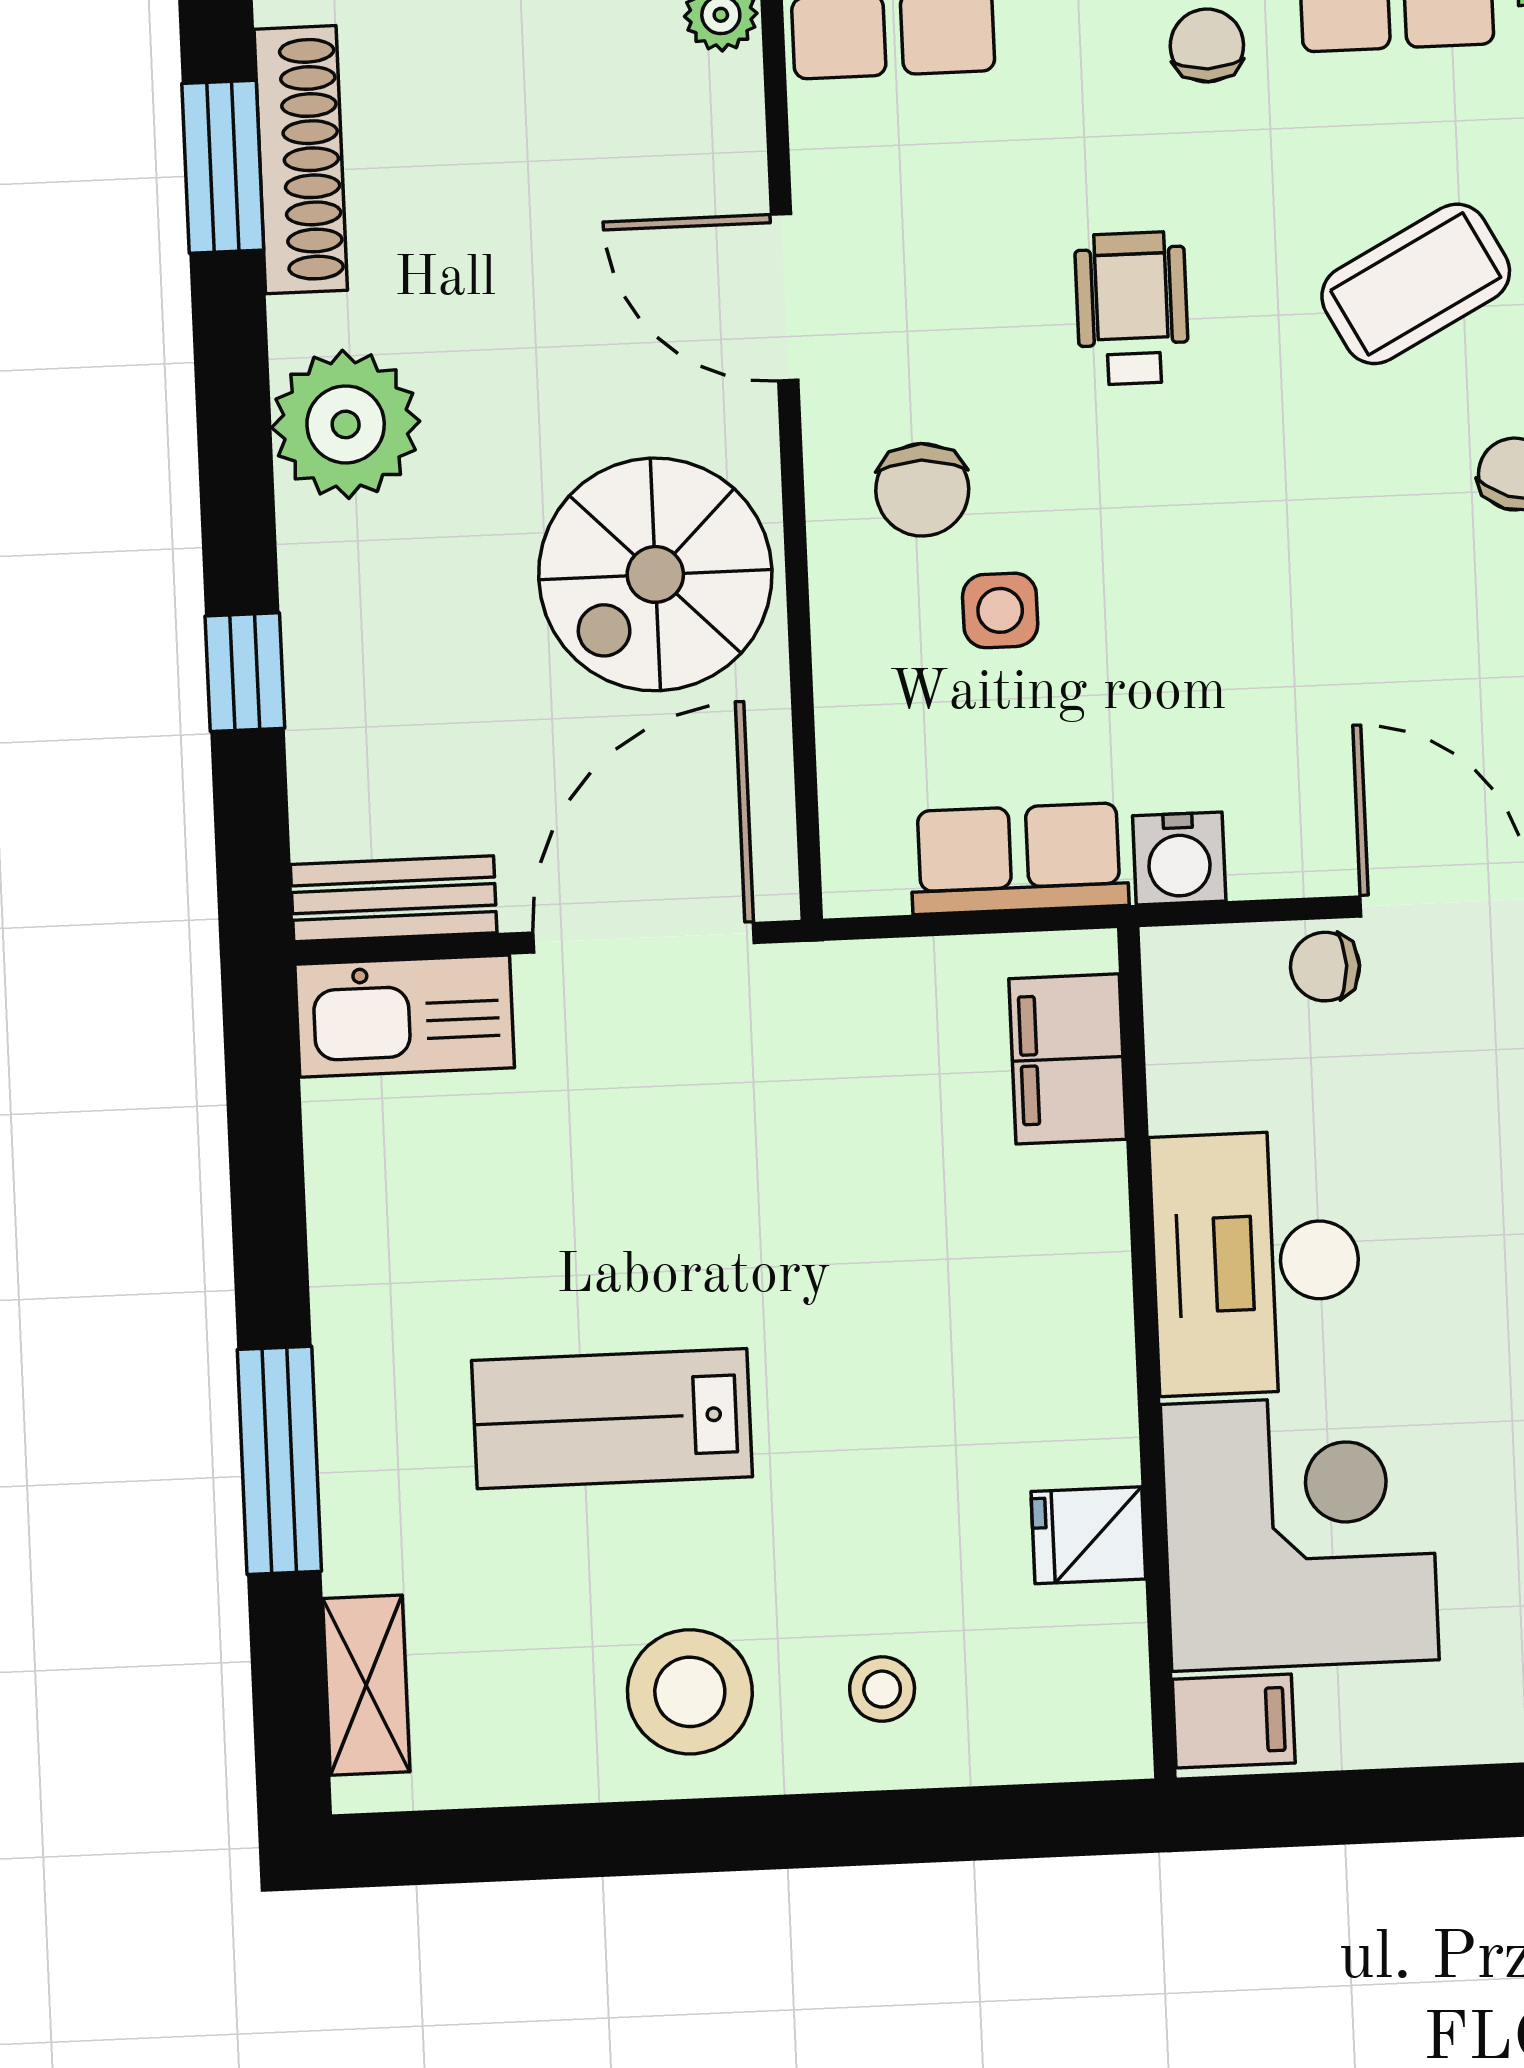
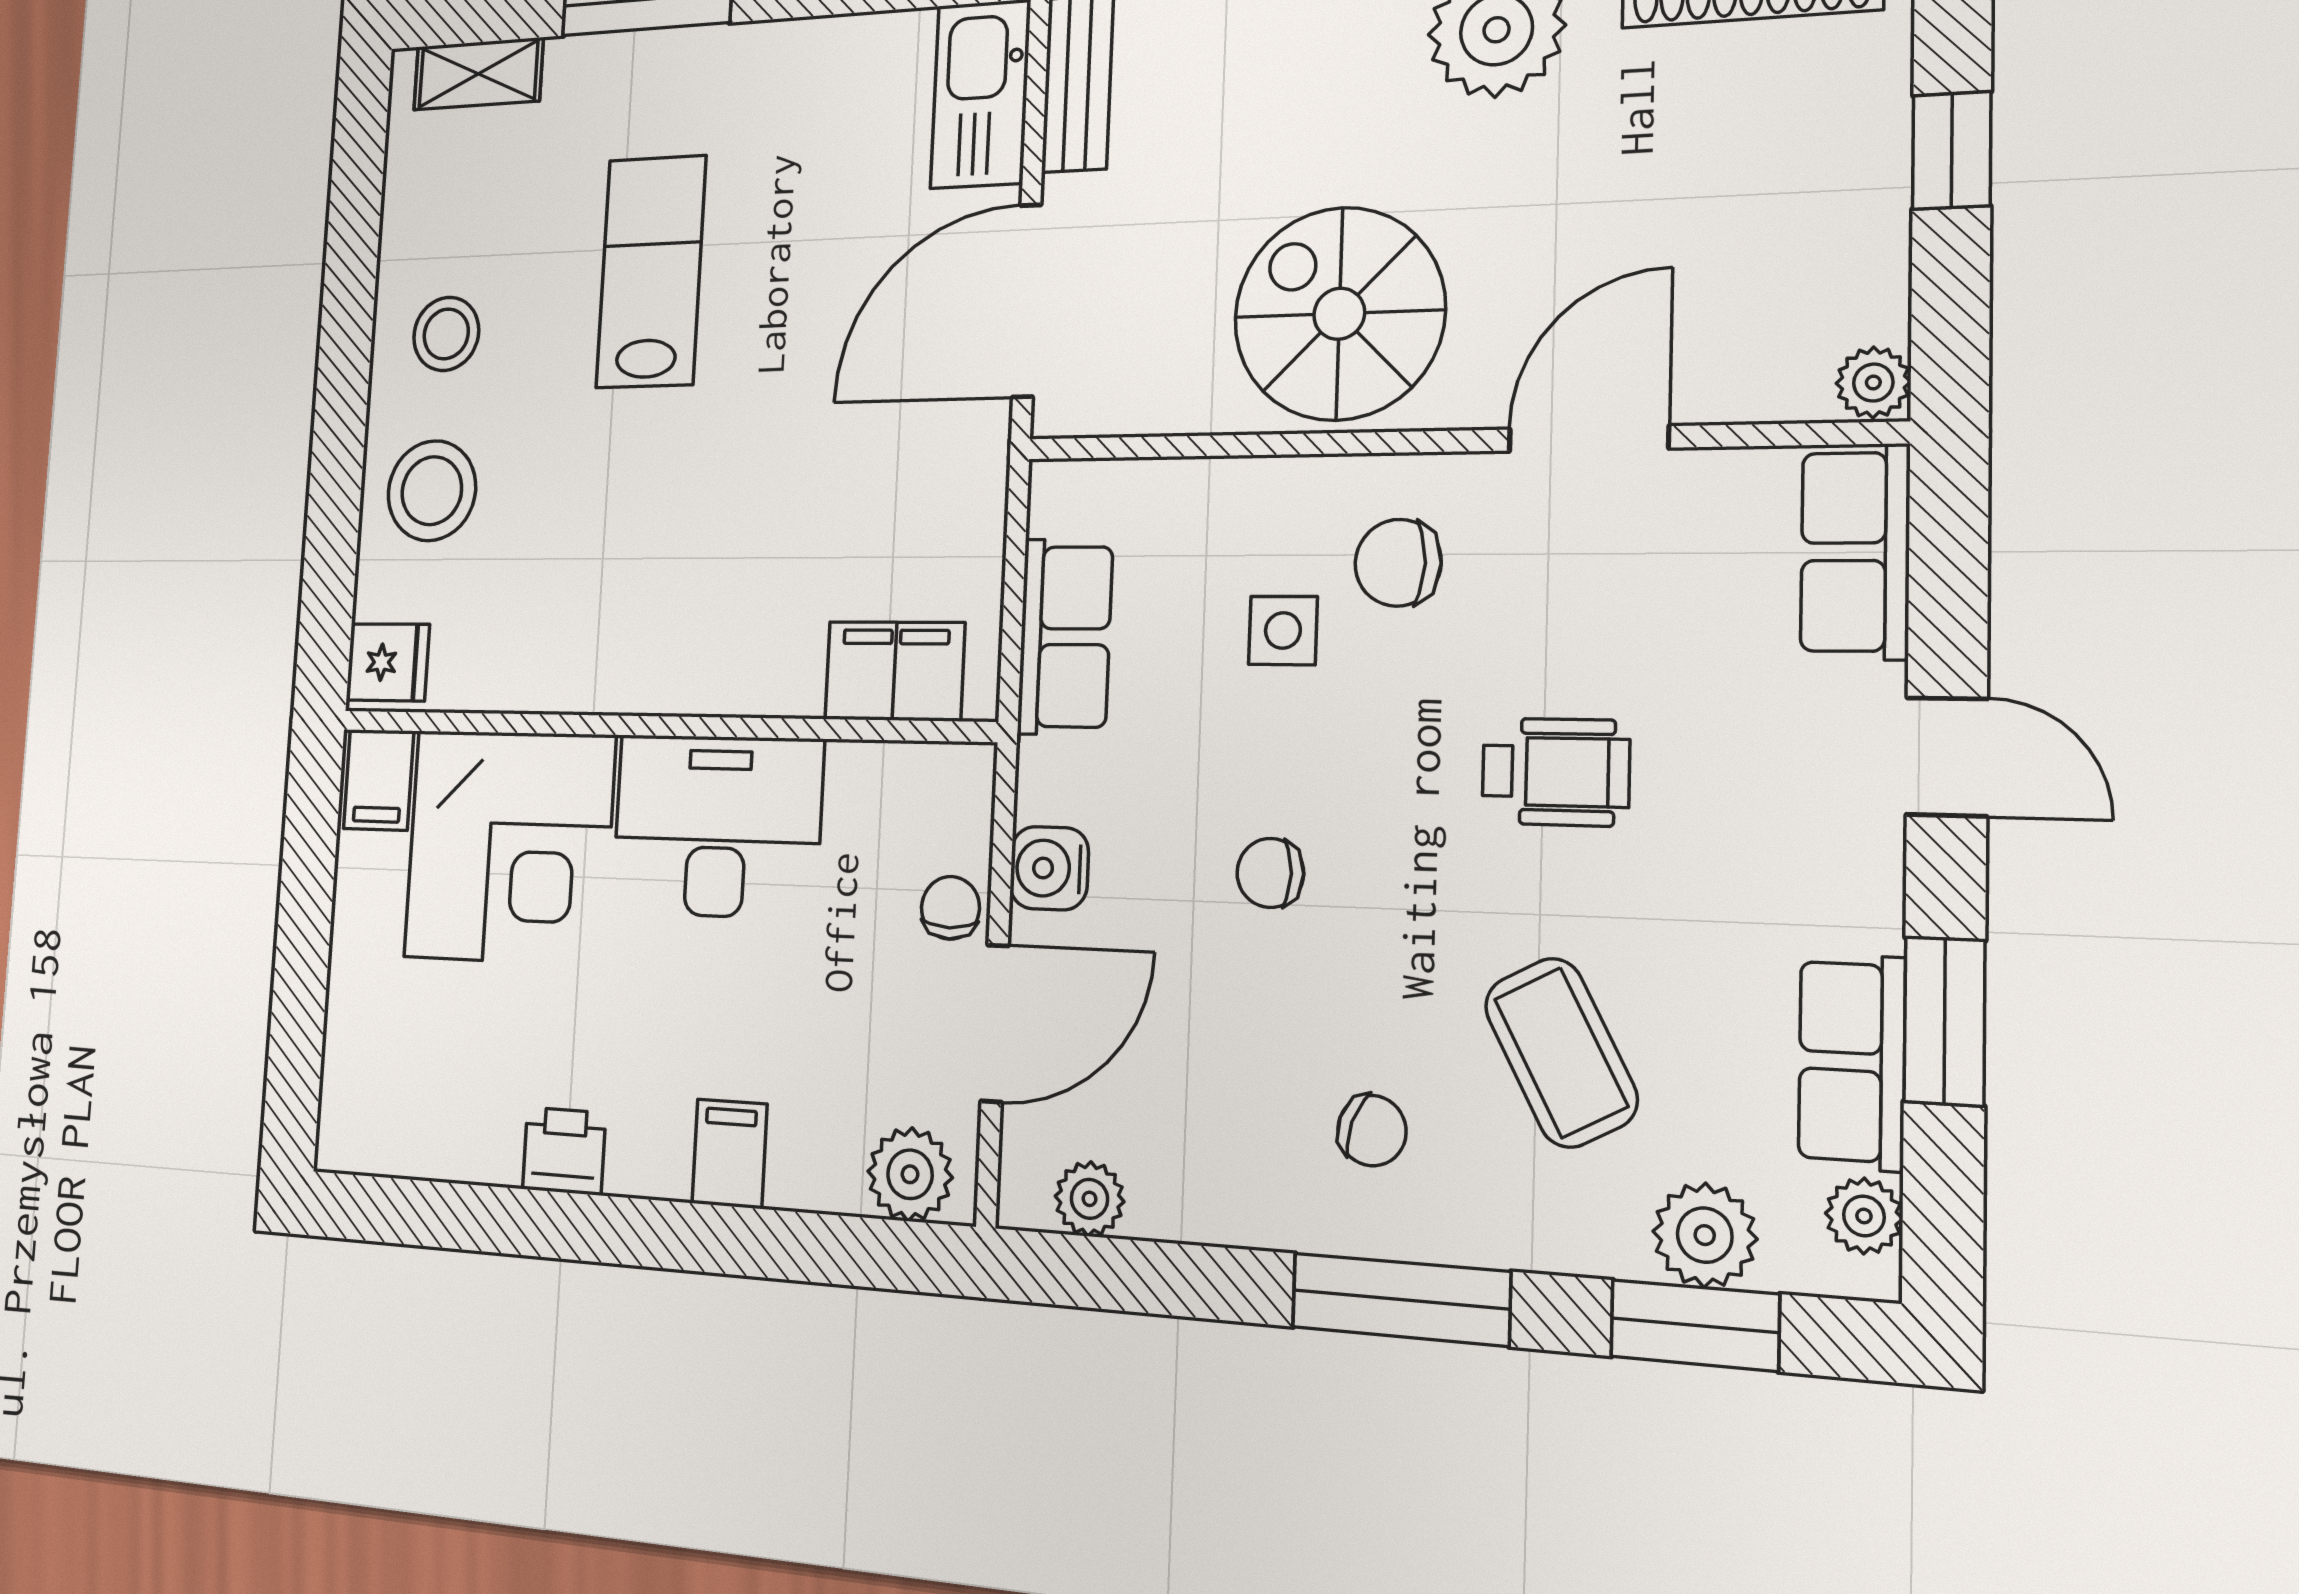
chair: (1207, 45) -> (1270, 873), moved, turned 180
water cooler: (1179, 858) -> (1049, 868), moved
door: (644, 938) -> (1027, 301), swing flipped
fridge: (1088, 1535) -> (388, 662), moved, turned 90
stool: (882, 1689) -> (432, 491), width x1.89, depth x1.89
stool: (690, 1692) -> (446, 334), width x0.73, depth x0.73

